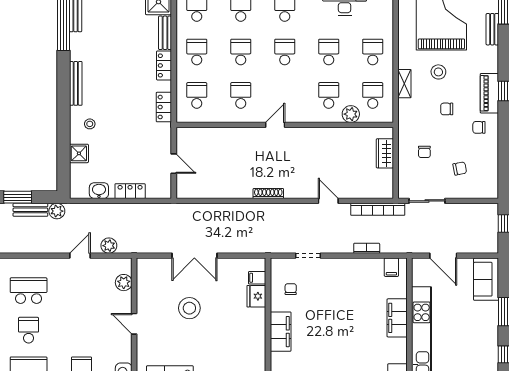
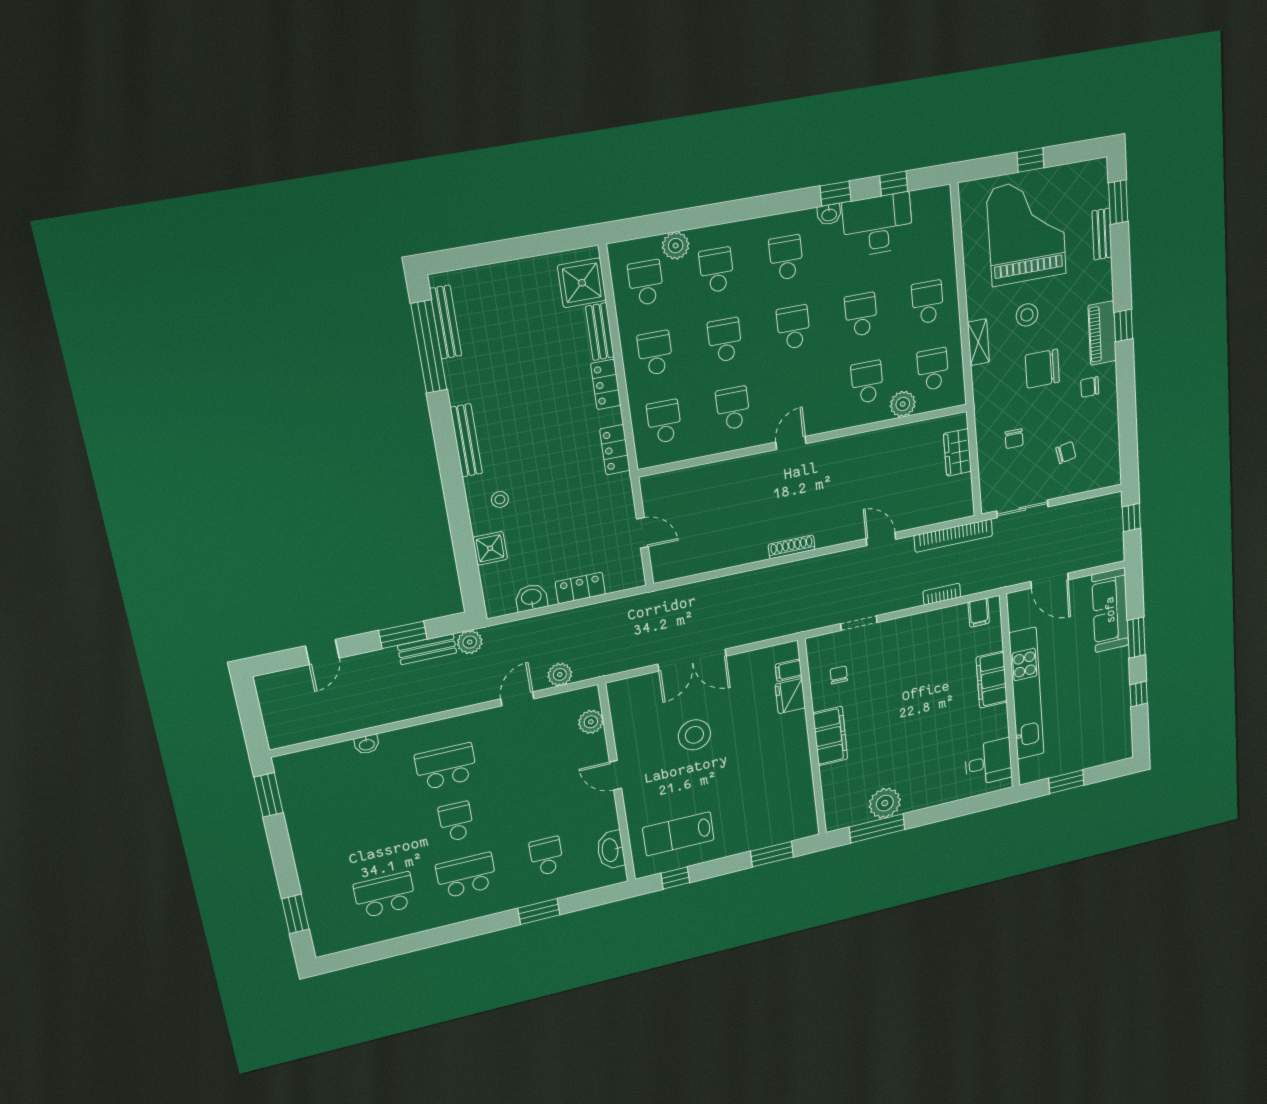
chair: (447, 109) -> (1042, 369), width x1.87, depth x1.87
sofa: (486, 279) -> (1110, 610), width x1.36

